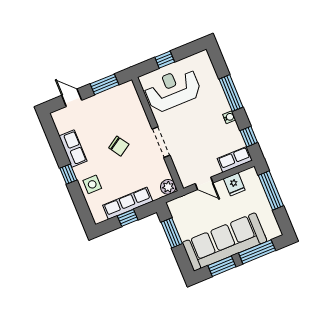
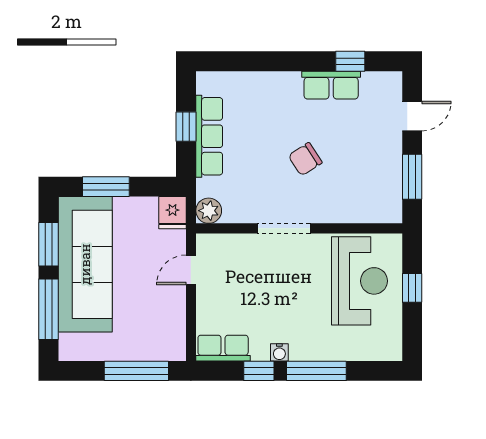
window: (249, 137) -> (259, 371), moved
row of seats: (235, 159) -> (223, 348), moved, turned -90
window: (68, 174) -> (350, 61), moved
side table: (92, 184) -> (262, 92), removed
fridge: (234, 184) -> (173, 213), moved, turned -90
window: (172, 233) -> (106, 187), moved

